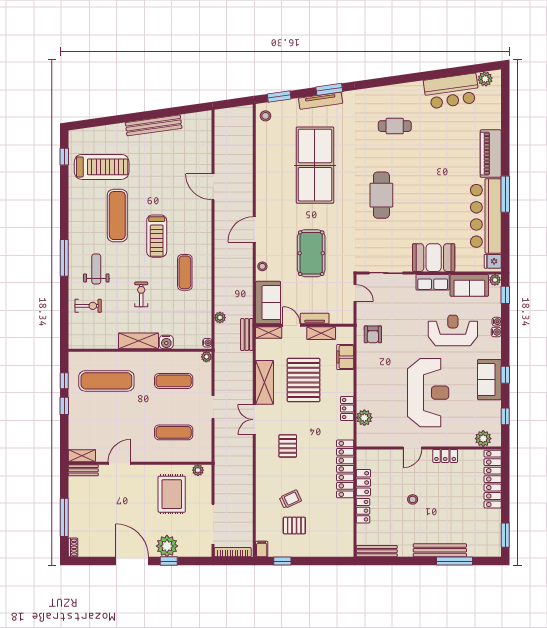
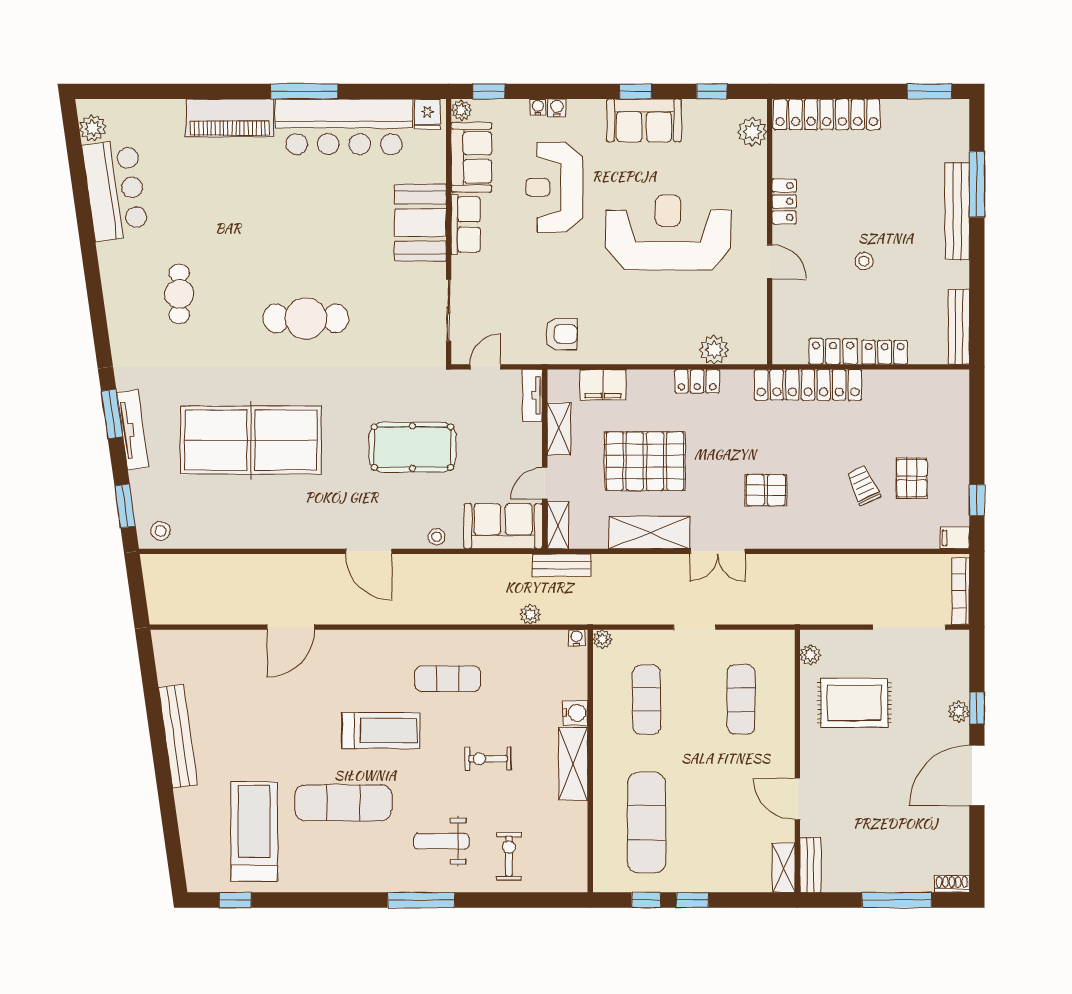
tv unit: (315, 319) -> (532, 396), moved
plant: (167, 546) -> (959, 712), width x0.53, depth x0.53

